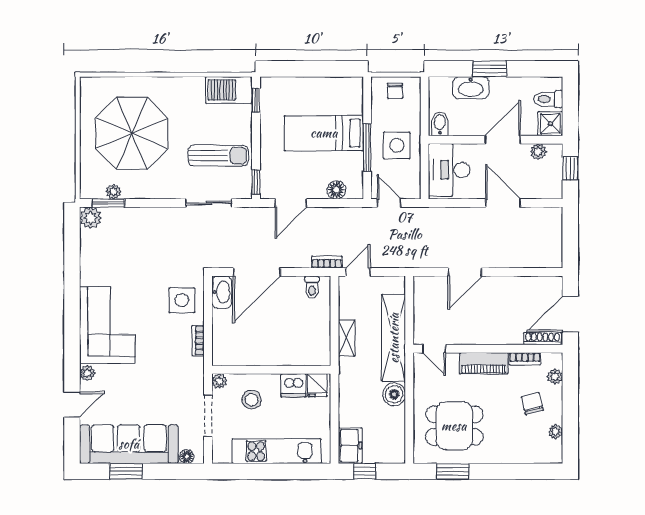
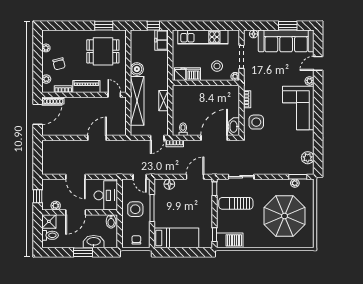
bed: (324, 133) -> (176, 238), moved
plant: (91, 218) -> (308, 158), moved

